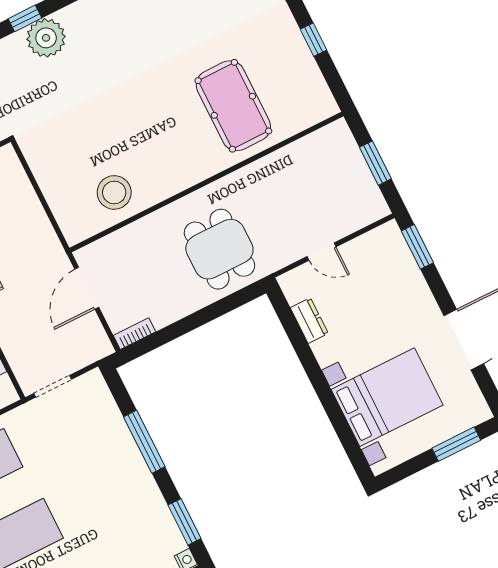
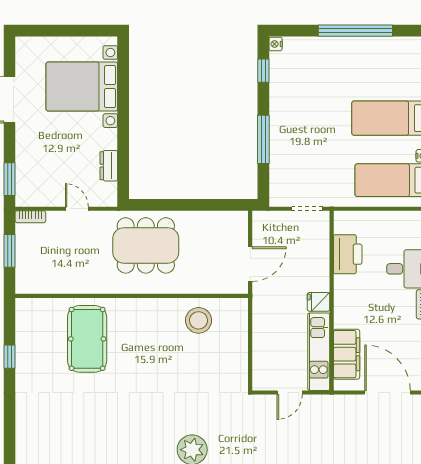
dining table: (219, 249) -> (146, 245), width x1.38
bookcase: (134, 334) -> (30, 217), moved
window: (456, 444) -> (50, 31), removed
window: (184, 522) -> (263, 71), width x0.67

